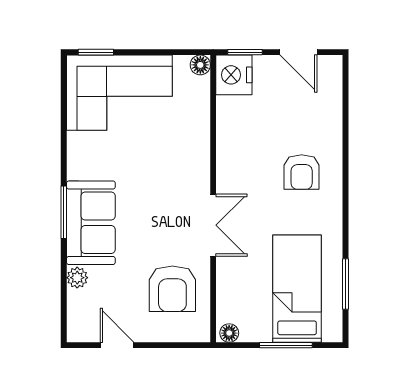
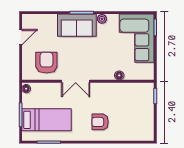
door: (298, 52) -> (155, 121), removed
floor lamp: (200, 65) -> (119, 75), moved
nightstand: (234, 75) -> (145, 91), removed
plant: (77, 278) -> (102, 19), moved
armchair: (172, 289) -> (46, 63), turned 90

